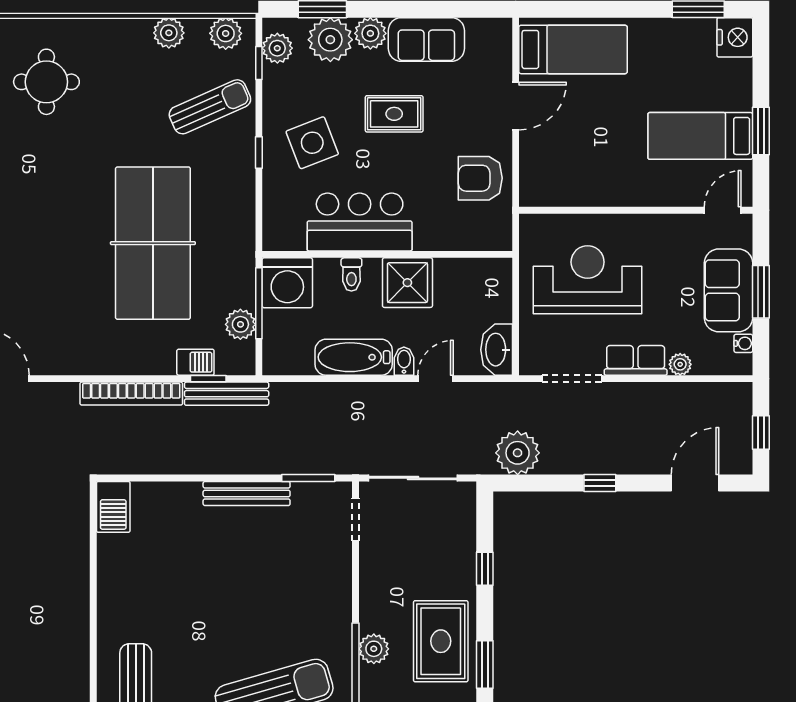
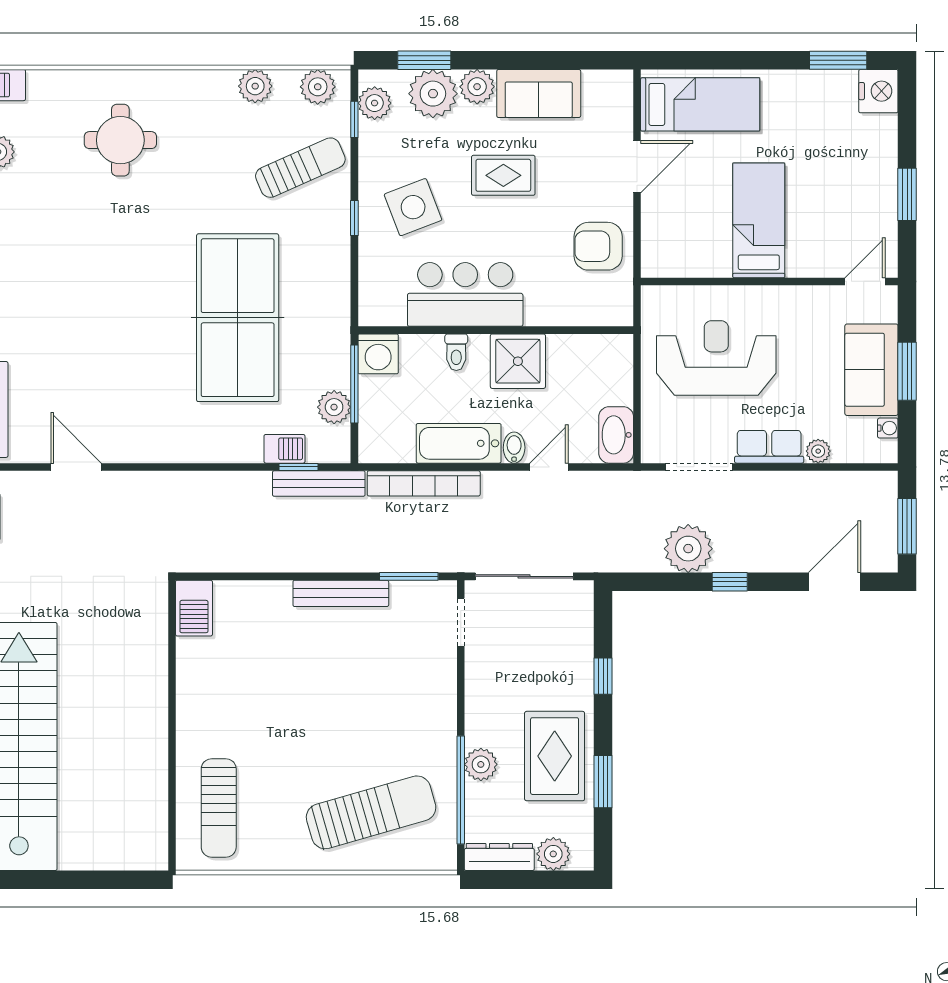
bed: (700, 136) -> (759, 220), moved, turned 90
washing machine: (287, 283) -> (378, 354), width x0.73, depth x0.73
bookcase: (131, 394) -> (424, 483), moved
window: (761, 432) -> (907, 526), width x1.50
plant: (518, 453) -> (688, 549), moved

